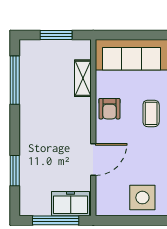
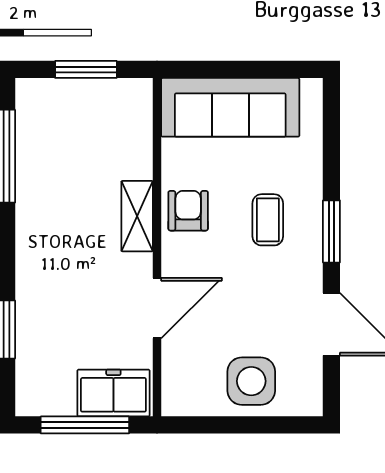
shelving: (83, 78) -> (137, 216), moved
armchair: (109, 109) -> (188, 211), turned 180

